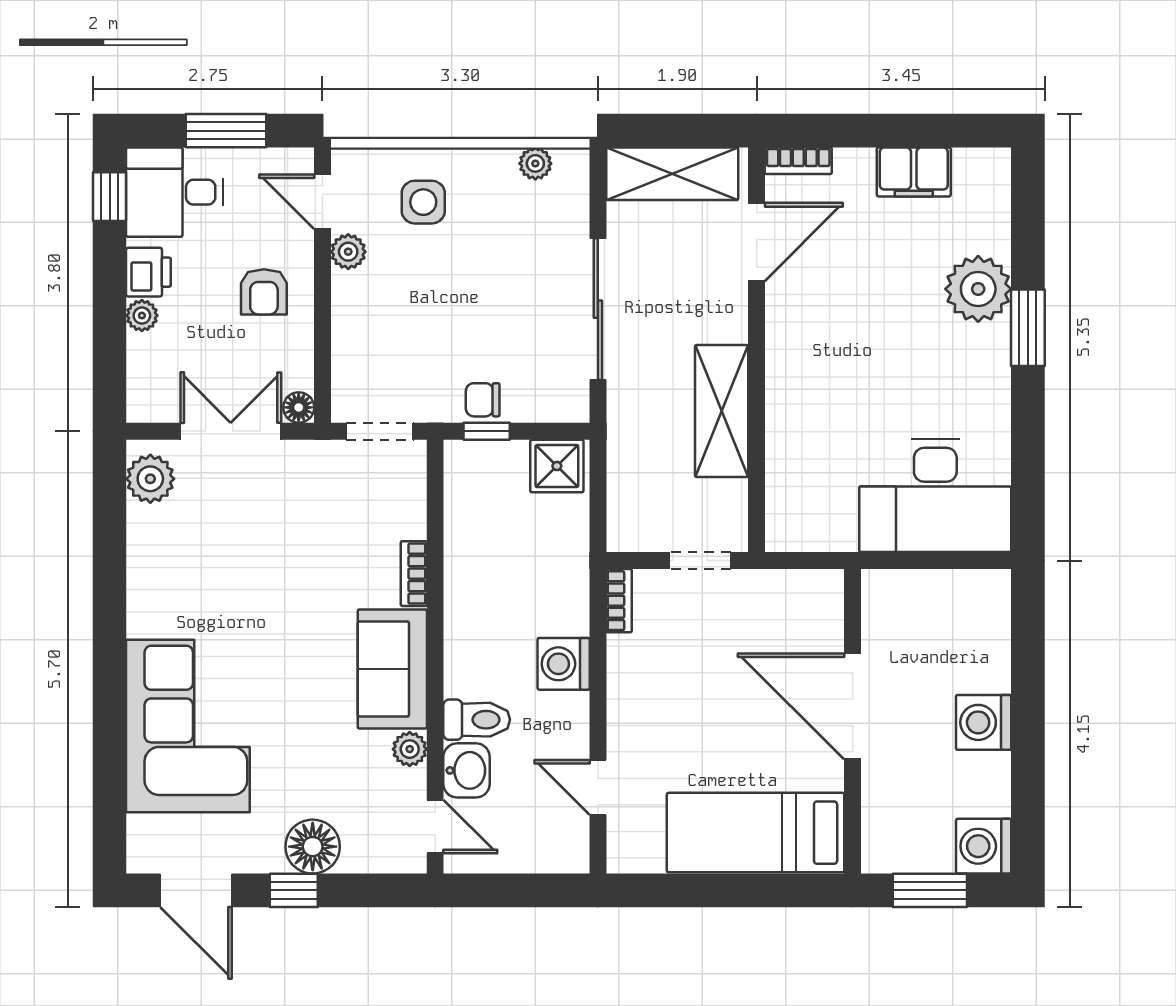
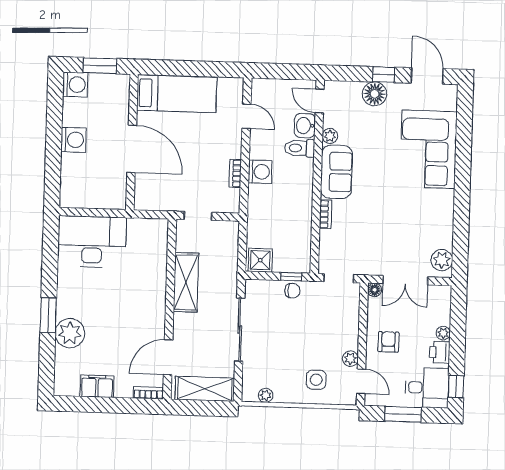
bookcase: (619, 601) -> (235, 173), moved

